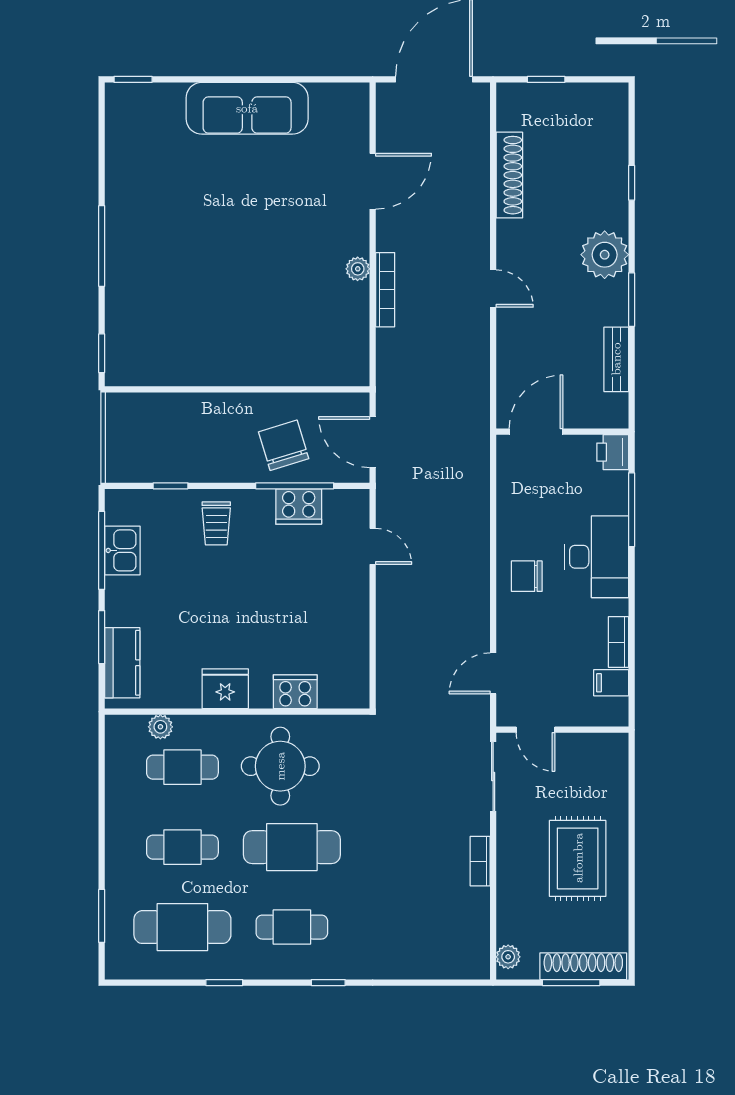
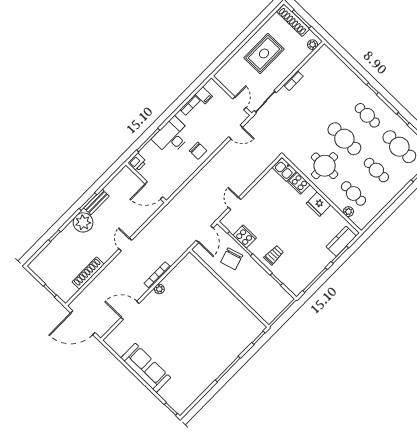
bench: (616, 359) -> (96, 202), moved
kitchen sink: (122, 550) -> (284, 170), moved, turned -90

